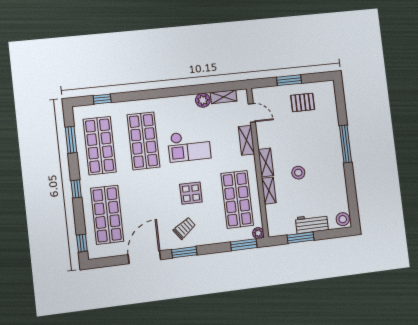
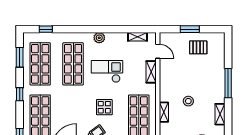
plant: (203, 100) -> (99, 38), moved
checkout: (189, 146) -> (107, 71), turned 180
shelving: (266, 163) -> (220, 114), moved

